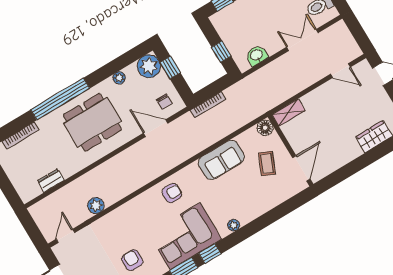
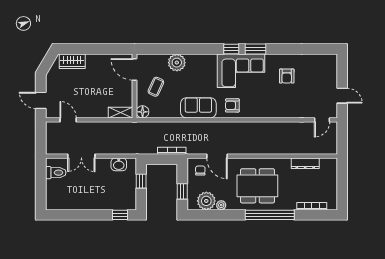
plant: (149, 66) -> (206, 201), moved
sofa: (221, 160) -> (198, 108), moved
door: (301, 168) -> (134, 69), hinge flipped
dresser: (51, 180) -> (305, 163), width x1.44
plant: (96, 205) -> (289, 128), removed
plant: (234, 225) -> (177, 63), moved, width x1.88, depth x1.88

